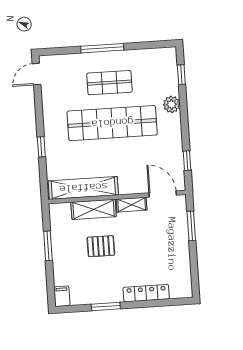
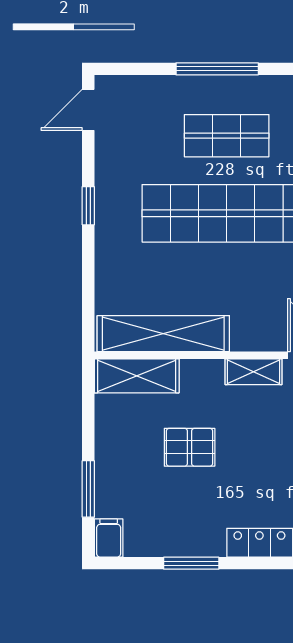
window: (41, 147) -> (88, 206), moved
shelving: (94, 209) -> (137, 376), moved
window: (48, 246) -> (88, 489), moved

